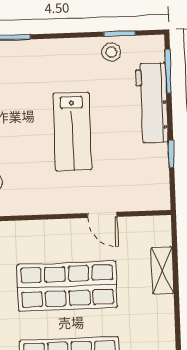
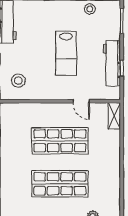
workbench: (152, 103) -> (112, 63), moved
shelving: (162, 270) -> (114, 116), moved

